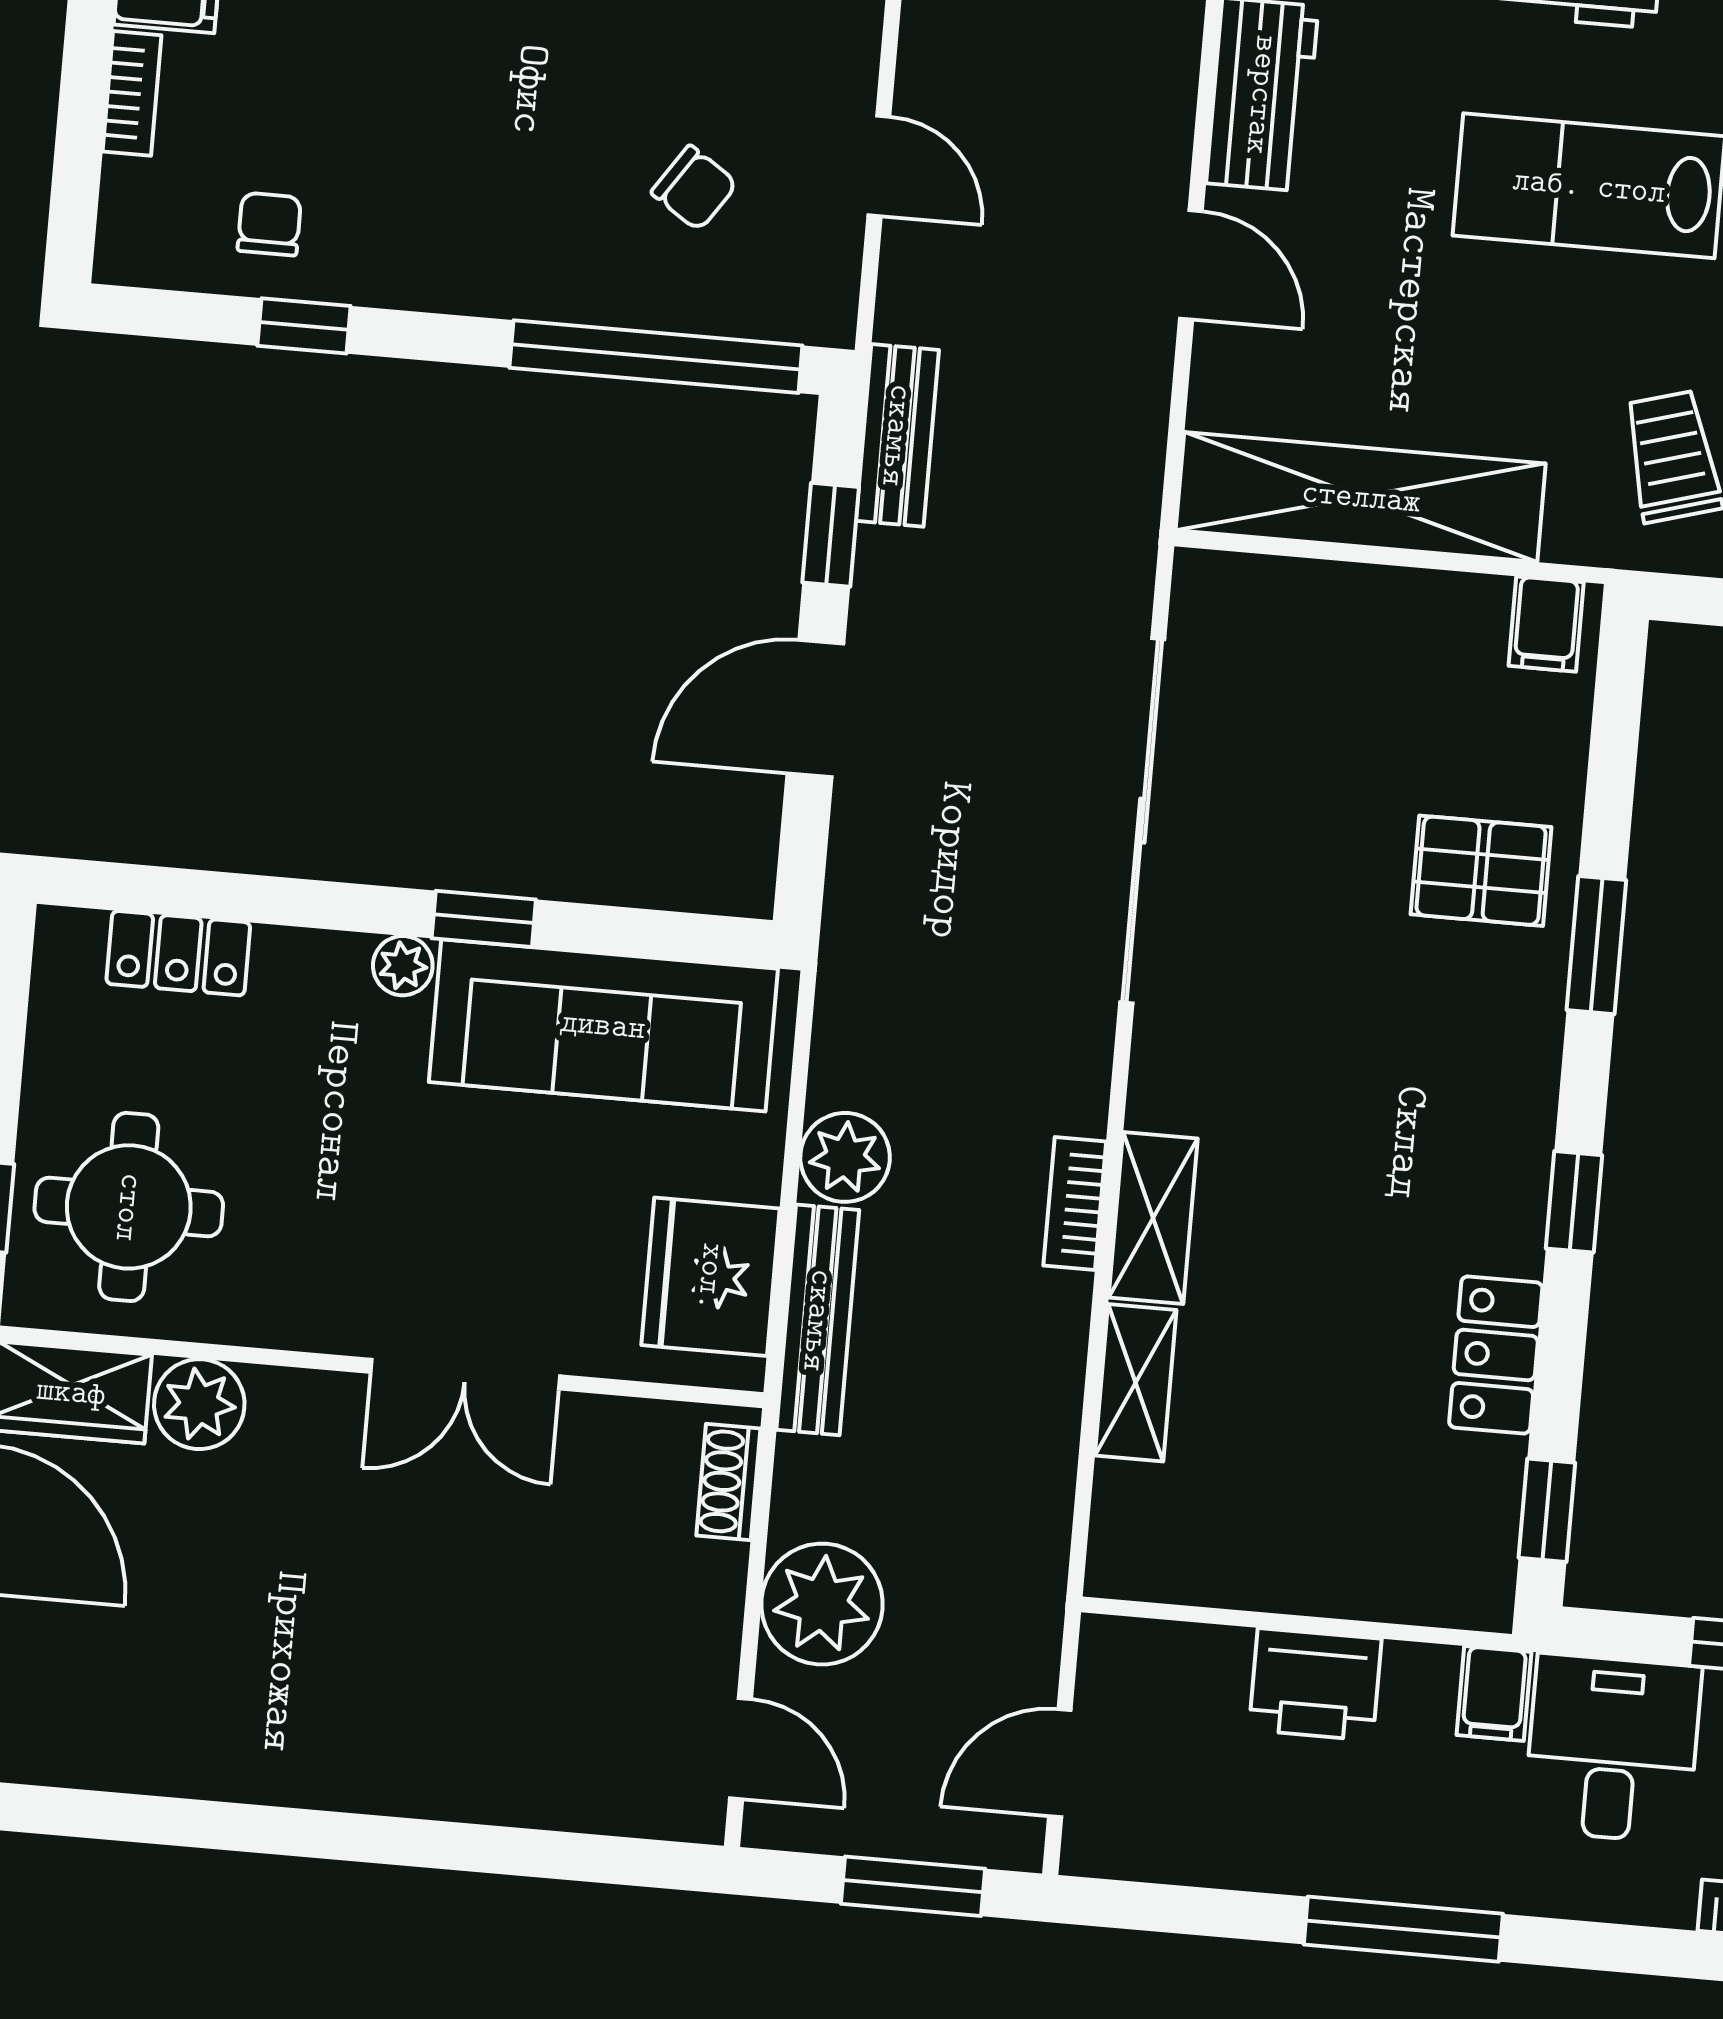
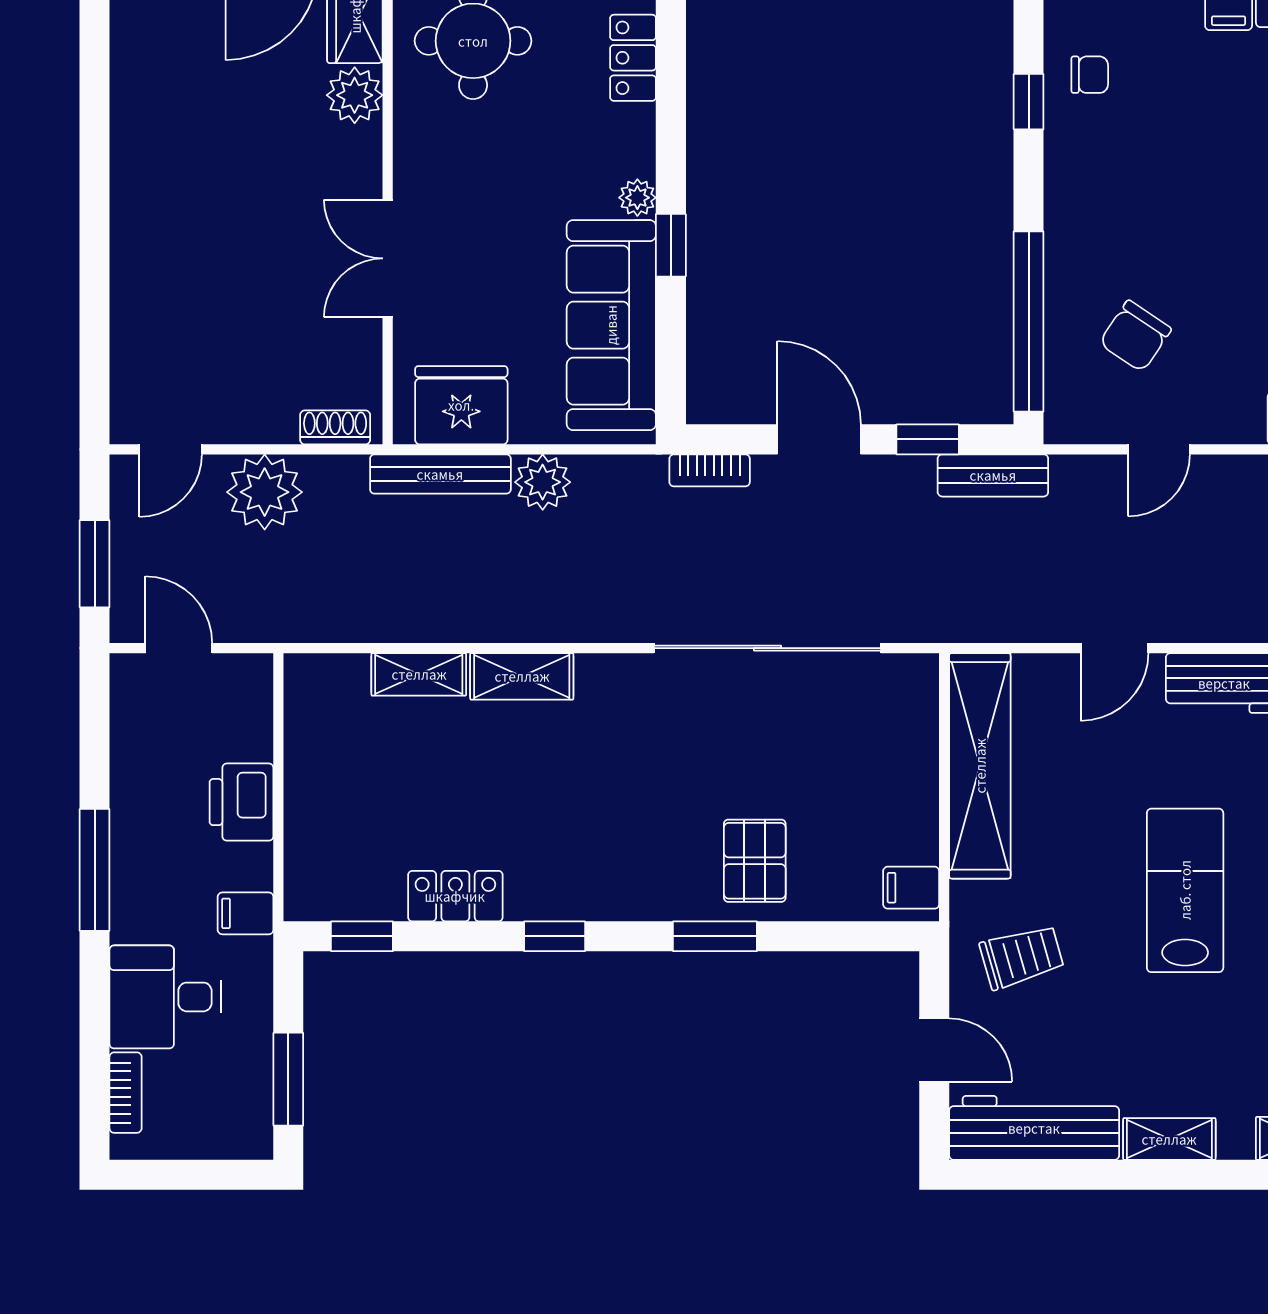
chair: (694, 188) -> (1135, 336), width x1.37, depth x1.37
bookcase: (1075, 1203) -> (710, 470), moved, turned 180
desk: (1612, 1748) -> (165, 997), moved, turned 180

